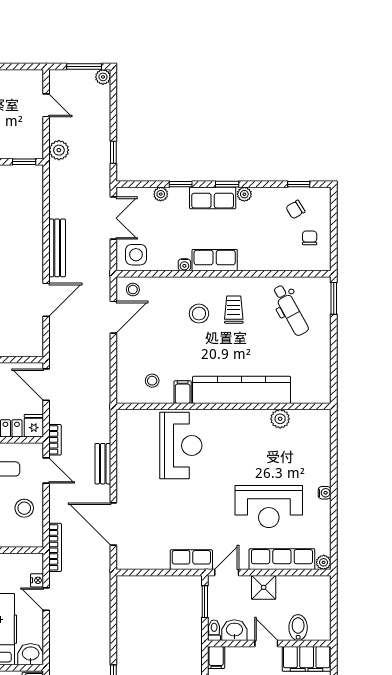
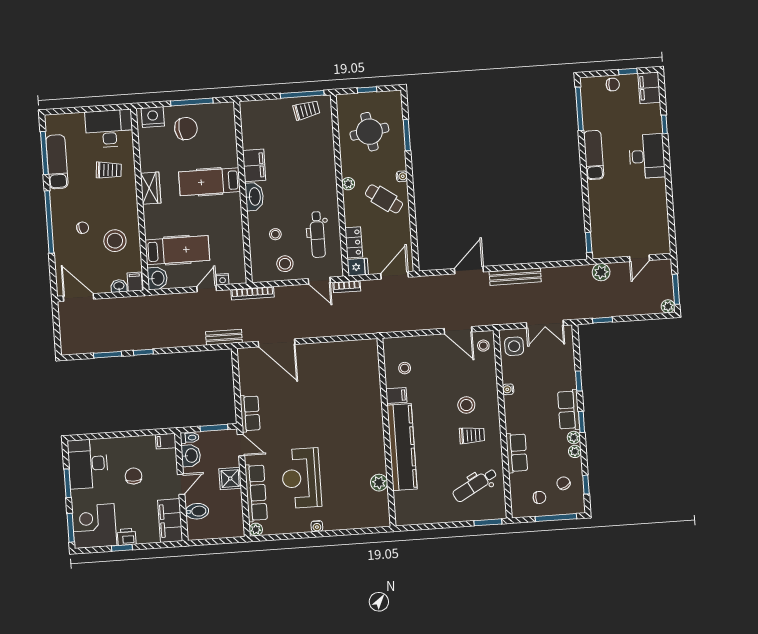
plant: (161, 194) -> (575, 451), moved
window: (334, 221) -> (556, 518), added
row of seats: (215, 260) -> (517, 453), moved
door: (46, 300) -> (469, 270), swing flipped
reception desk: (181, 445) -> (350, 397), removed
bench: (103, 464) -> (224, 337), moved
door: (46, 471) -> (319, 281), hinge flipped
door: (113, 524) -> (277, 343), swing flipped

